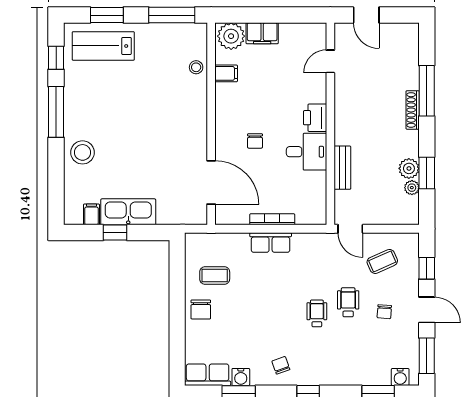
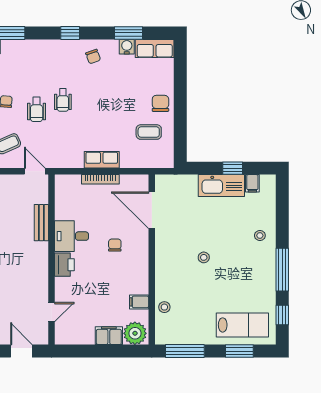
stool: (149, 126) -> (204, 257), added
stool: (83, 152) -> (260, 236), width x0.53, depth x0.53

